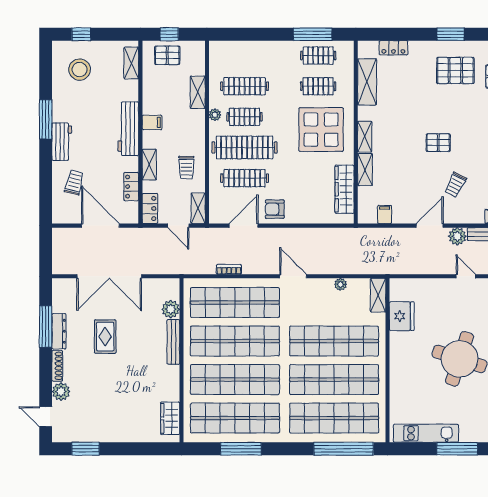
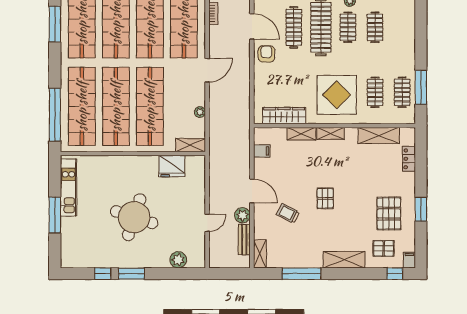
clothes rail: (245, 86) -> (375, 27), width x0.73

